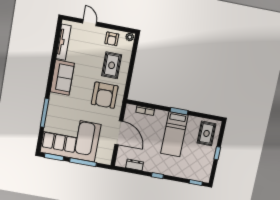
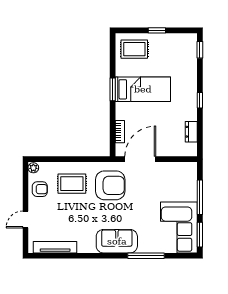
sofa: (62, 77) -> (117, 241), moved
door: (119, 133) -> (140, 159), moved
corner sofa: (71, 138) -> (179, 227), width x0.73, depth x0.74

